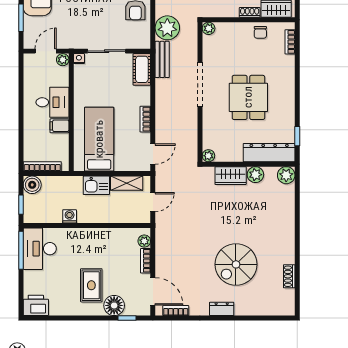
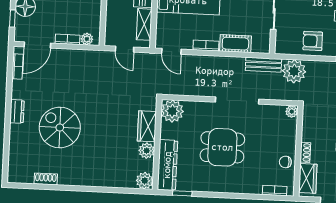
cot: (142, 69) -> (235, 44), moved
plant: (208, 156) -> (172, 111), width x1.87, depth x1.87

